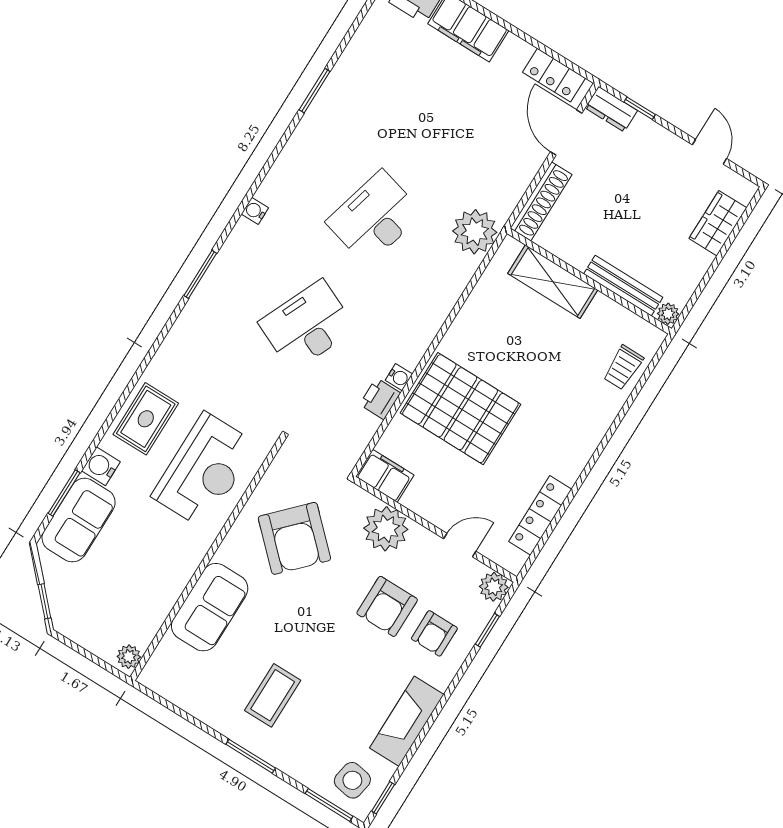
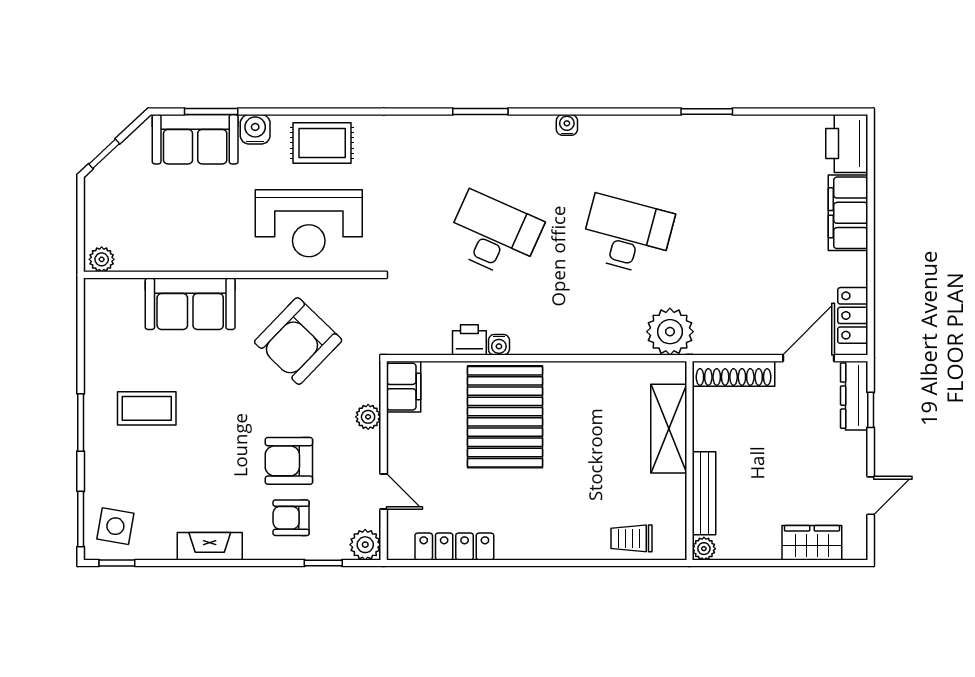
dresser: (611, 109) -> (854, 396), width x1.44
plant: (386, 529) -> (368, 417), width x0.53, depth x0.53
fireplace: (407, 721) -> (210, 546), width x0.73, depth x0.76

